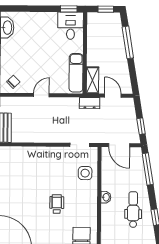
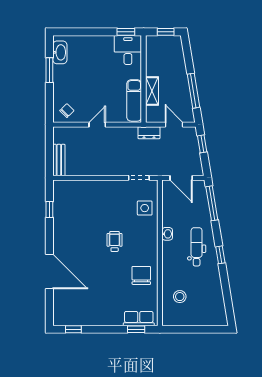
window: (128, 42) -> (193, 91), moved
shelving: (93, 80) -> (152, 91), moved
window: (141, 126) -> (202, 144), moved

